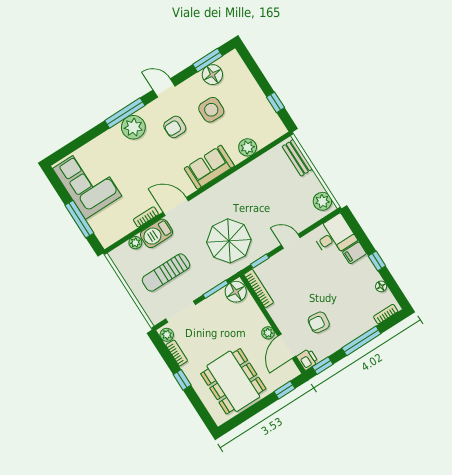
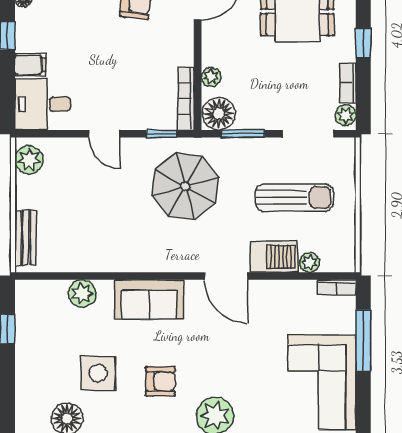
bookcase: (146, 217) -> (337, 287), moved
plant: (268, 333) -> (211, 77), moved

